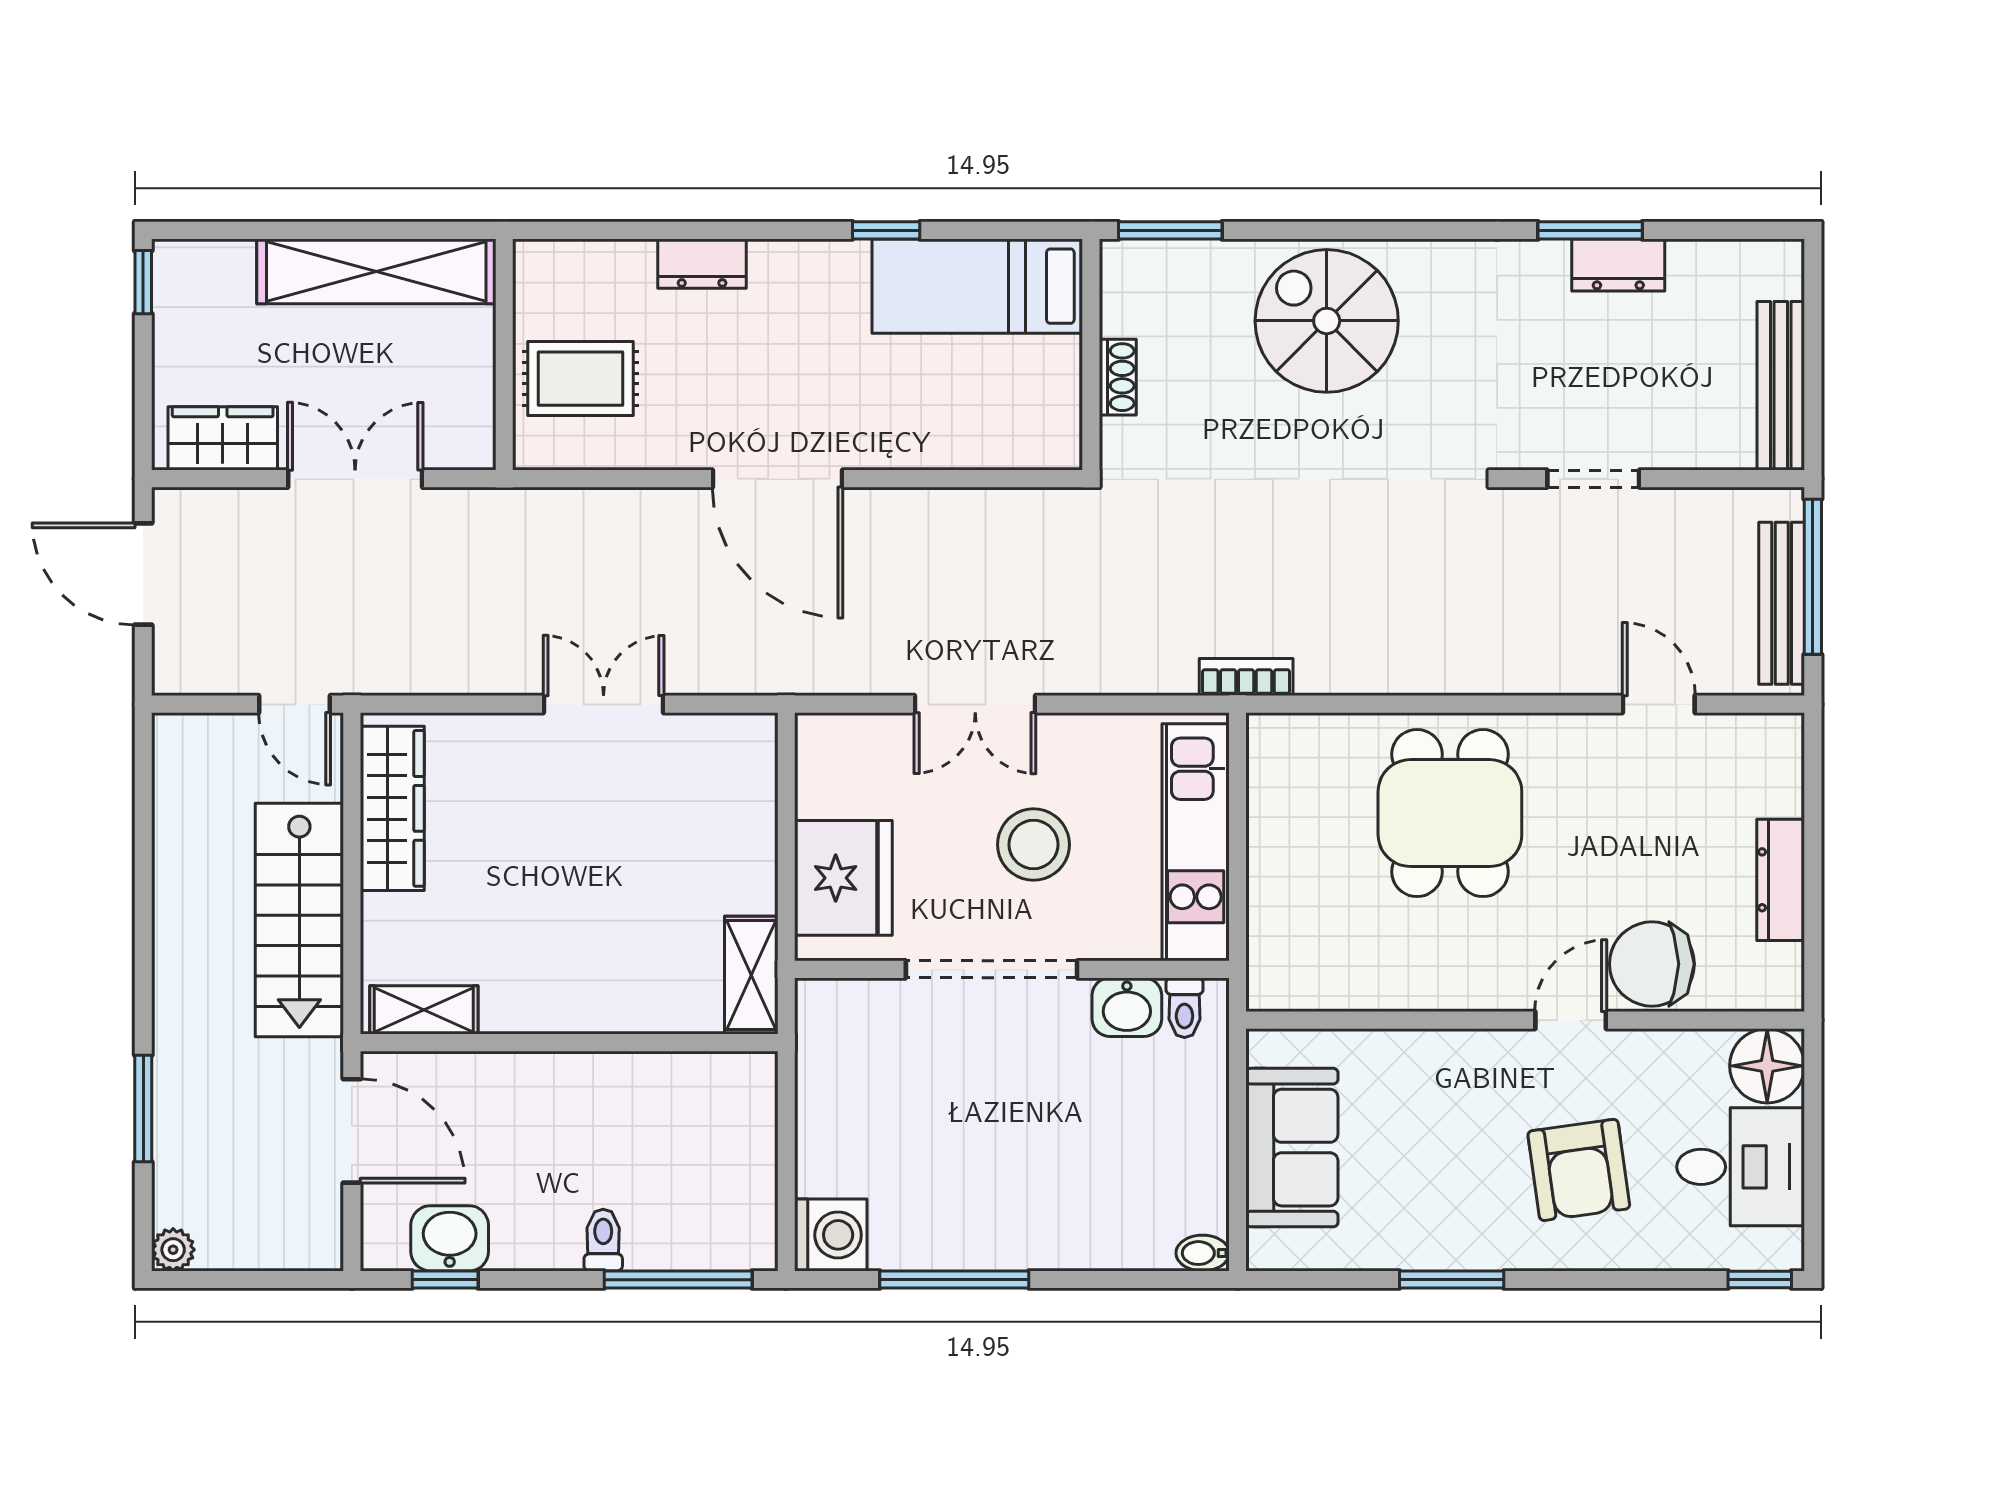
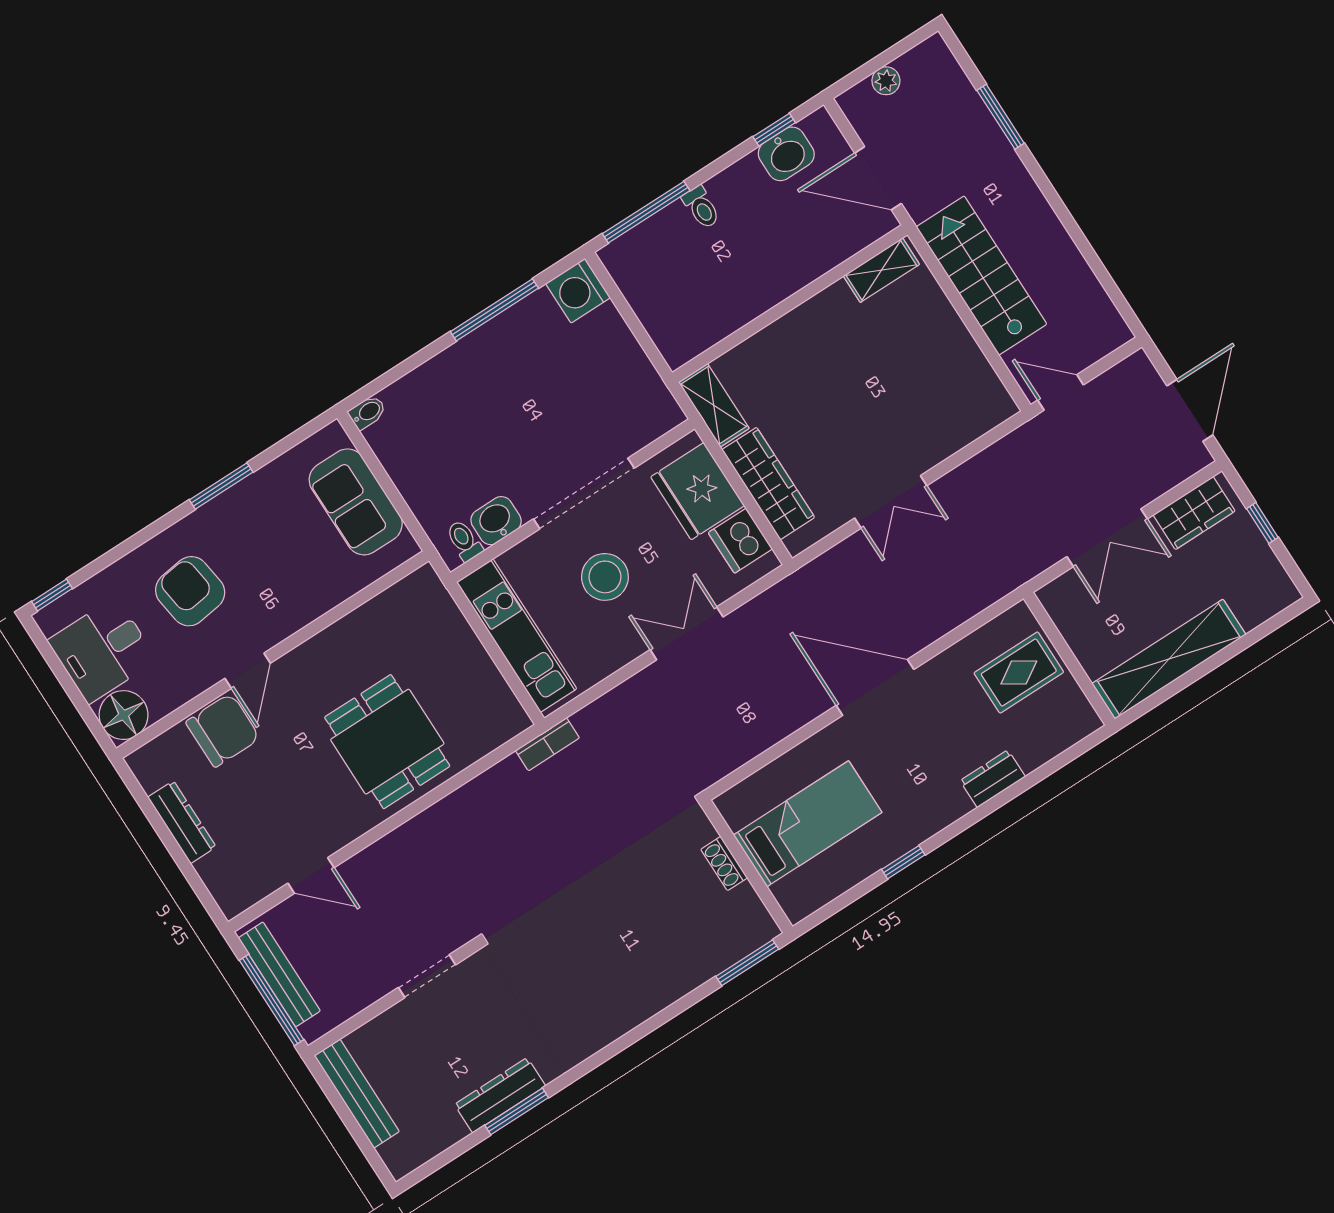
dresser: (1618, 265) -> (500, 1095), width x1.44
window: (143, 282) -> (1262, 523), moved
bed: (977, 286) -> (808, 824), moved
spiral stairs: (1327, 321) -> (629, 968), removed
door: (143, 574) -> (1190, 410), hinge flipped
dishwasher: (829, 779) -> (740, 541), added
wardrobe: (392, 808) -> (768, 484), moved, turned 180
plant: (173, 1250) -> (886, 81), moved

